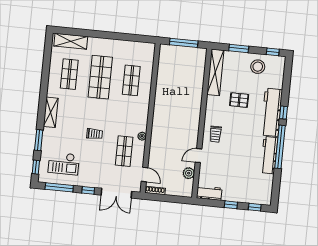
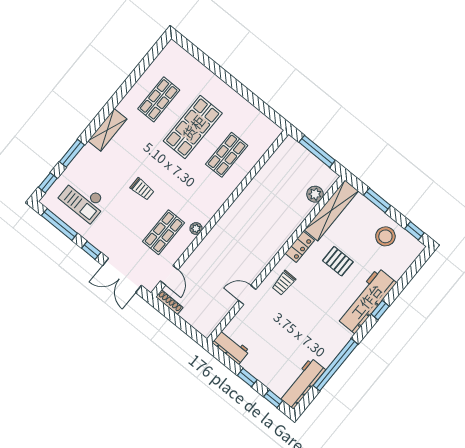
shelving: (71, 41) -> (186, 62), removed
locker: (211, 106) -> (300, 247), added
window: (280, 147) -> (336, 365), moved
workbench: (269, 155) -> (302, 383), moved
plant: (189, 173) -> (315, 194), moved

